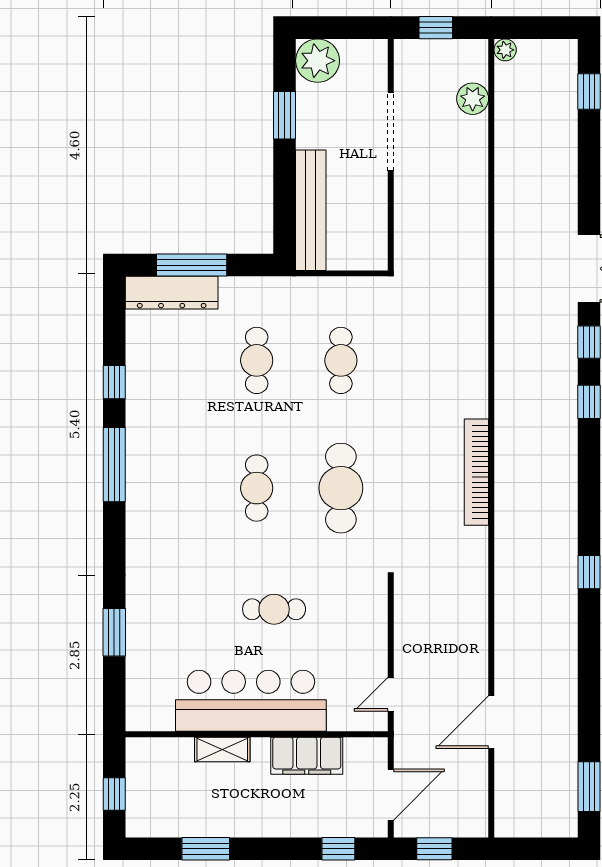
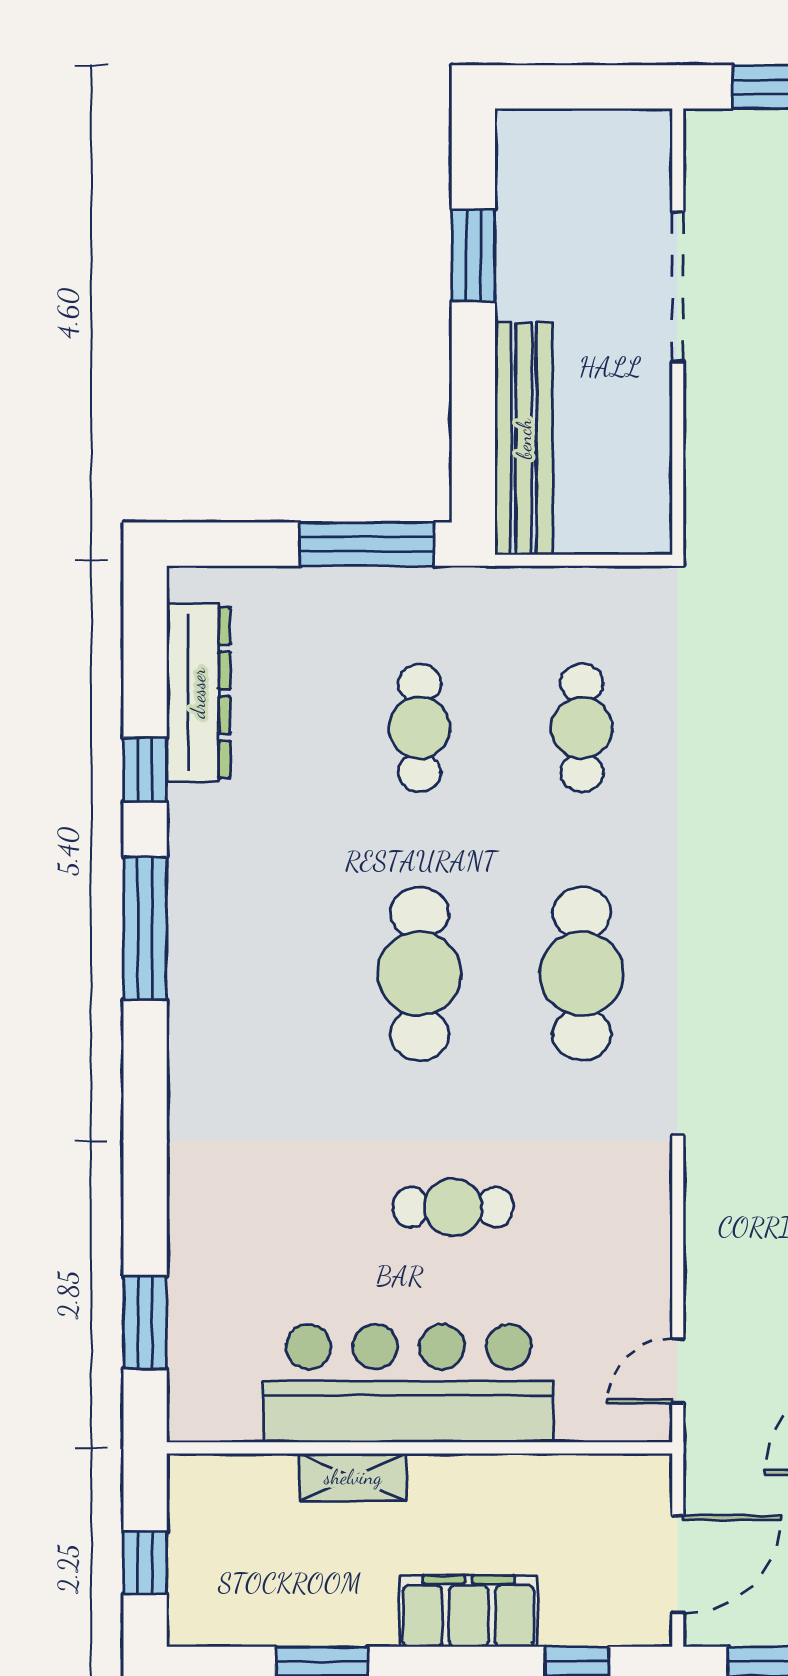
plant: (318, 61) -> (537, 150), removed
window: (192, 265) -> (367, 544), moved
dresser: (172, 293) -> (198, 693), moved, turned -90
cafe table: (257, 488) -> (419, 974), width x1.37, depth x1.35
window: (114, 632) -> (145, 1322), moved
filing cabinet: (307, 756) -> (469, 1611), moved, turned 180

